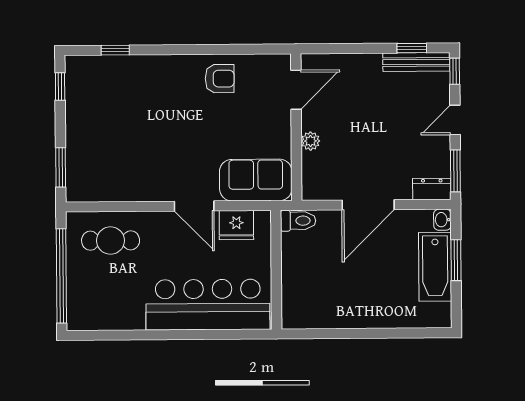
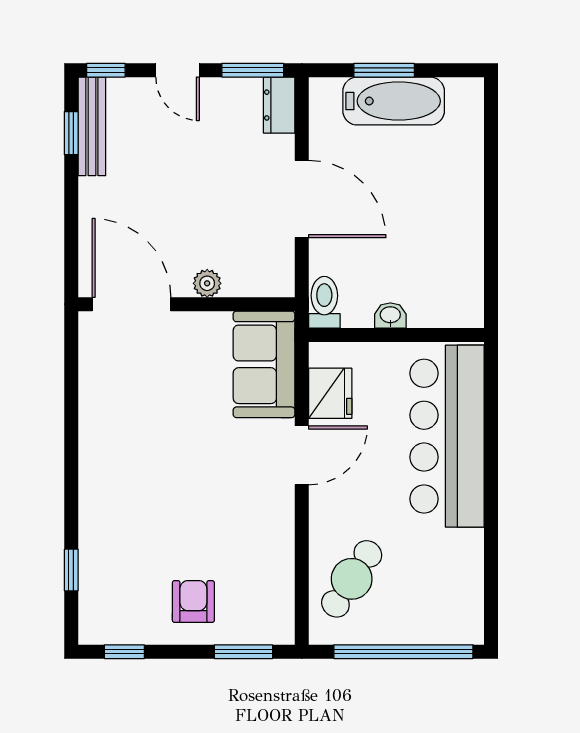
armchair: (220, 79) -> (193, 601), moved
door: (296, 90) -> (131, 304), width x1.36
washbasin: (442, 220) -> (390, 316), moved, turned 180
cafe table: (111, 241) -> (352, 579), turned 33

